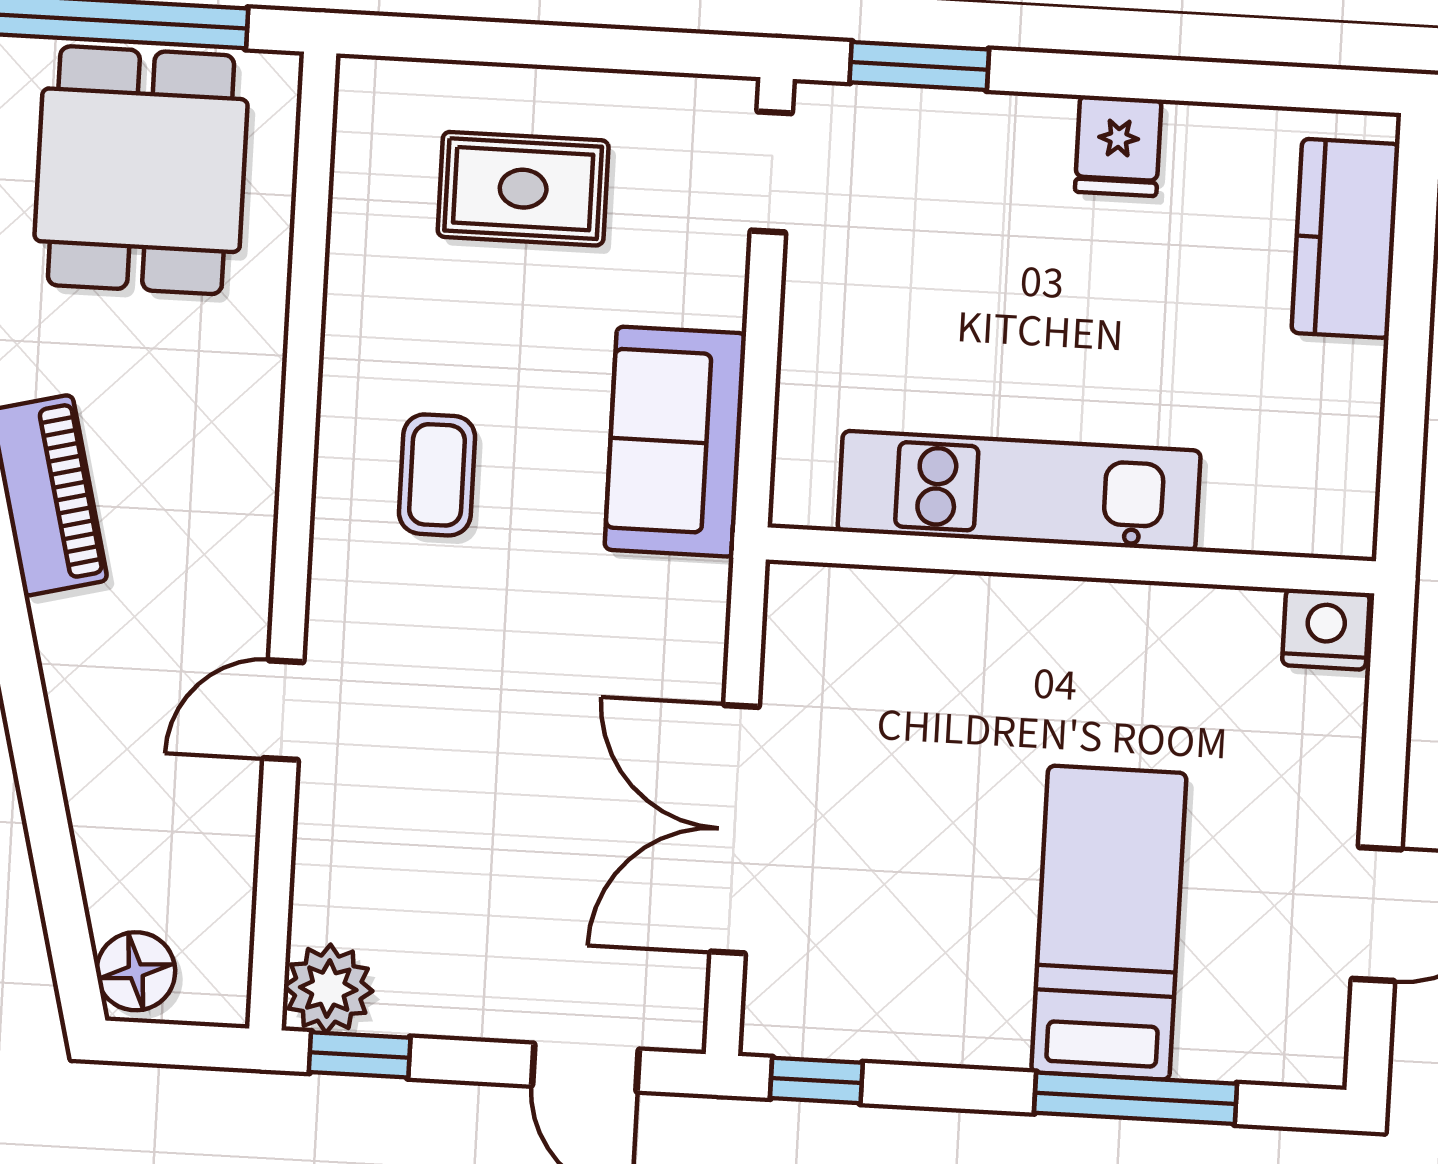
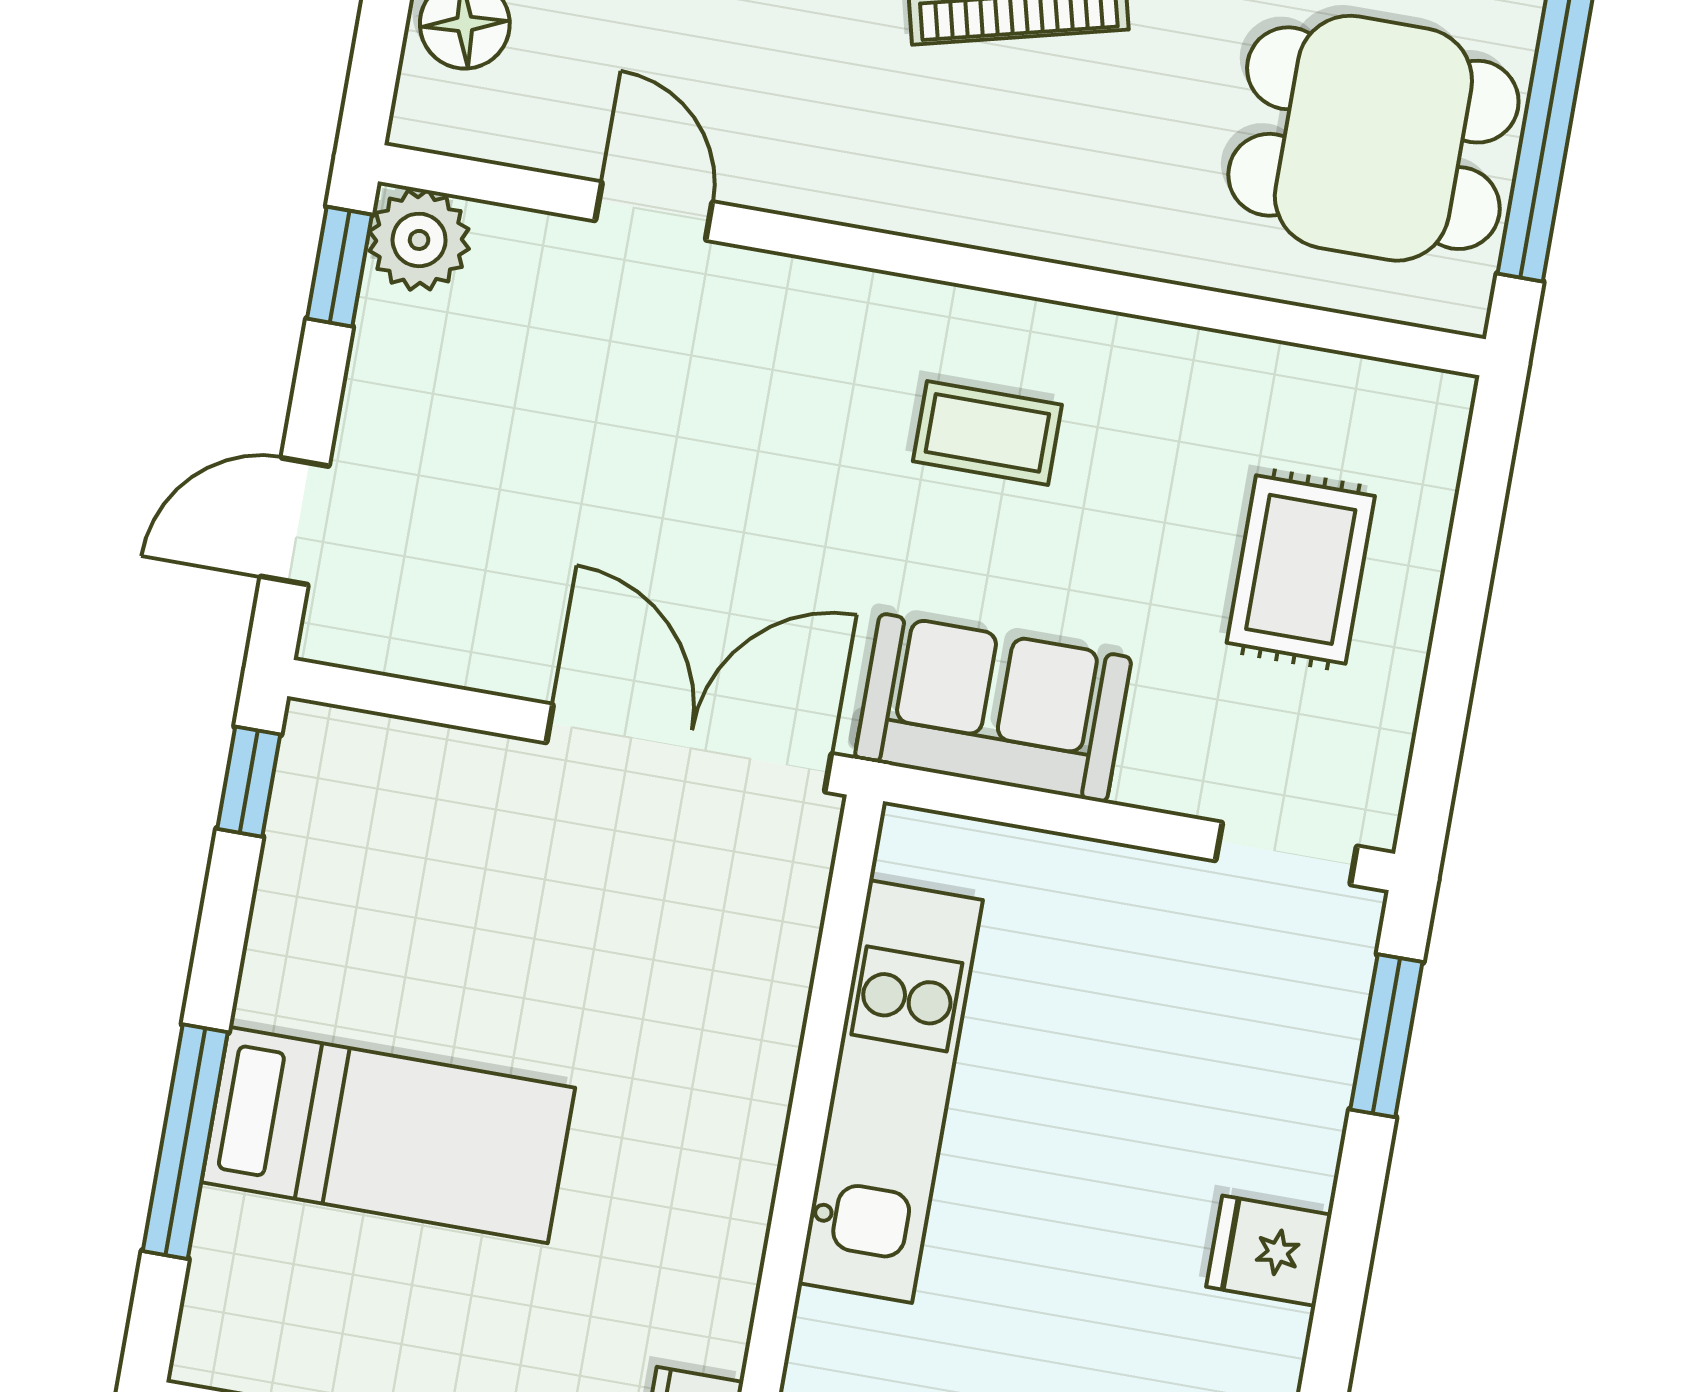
door: (283, 710) -> (654, 211), moved
double door: (735, 829) -> (689, 748), moved

